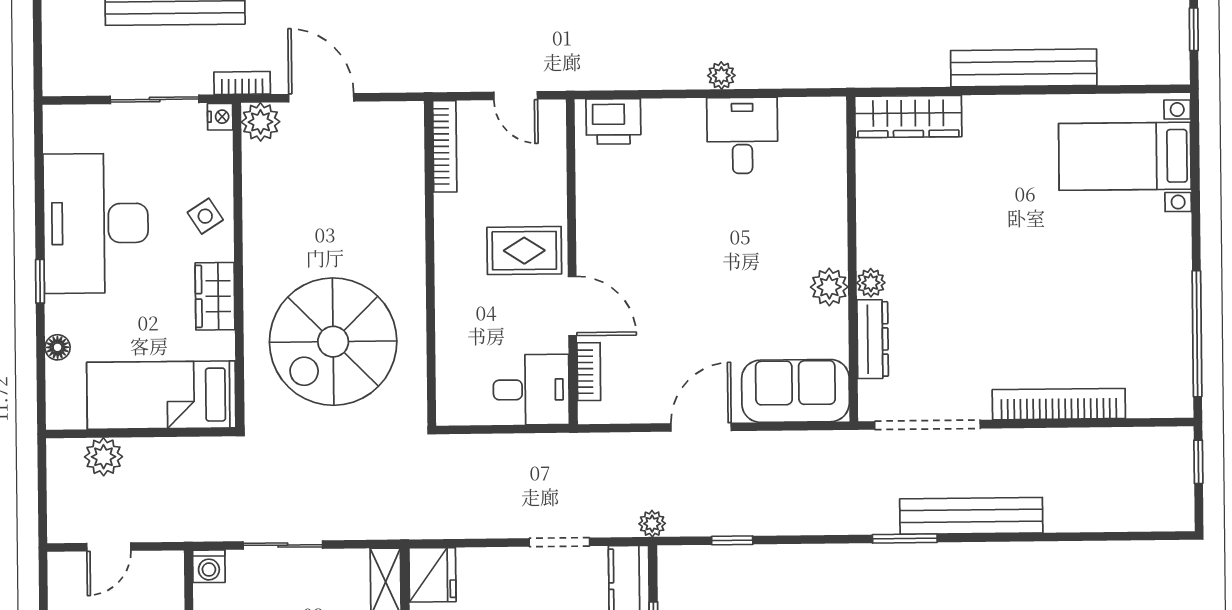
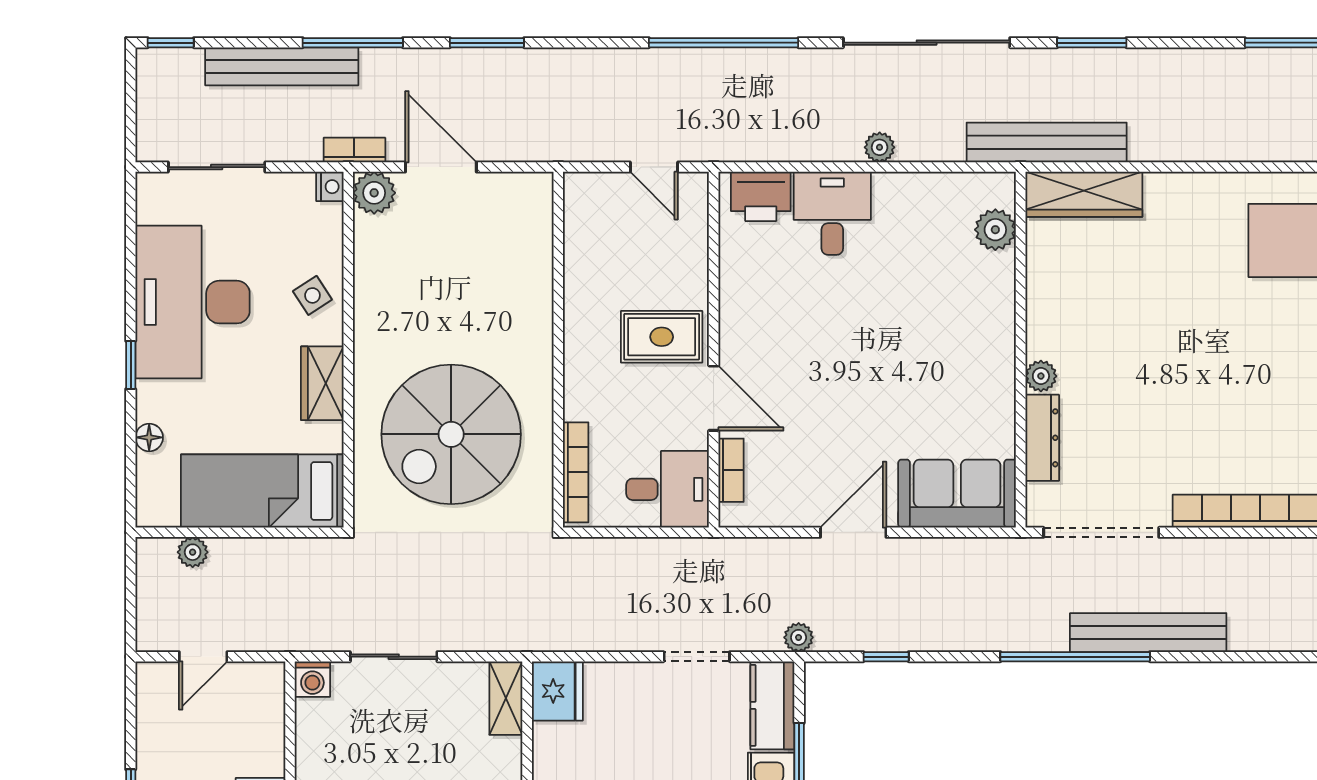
bench: (1024, 68) -> (1047, 142), moved
sliding door: (155, 99) -> (217, 167), moved
desk: (742, 135) -> (832, 213), moved
bookcase: (445, 146) -> (576, 472), moved
plant: (829, 287) -> (995, 230), moved
plant: (104, 457) -> (193, 552), width x0.73, depth x0.73
window: (905, 539) -> (1075, 657), width x2.11

